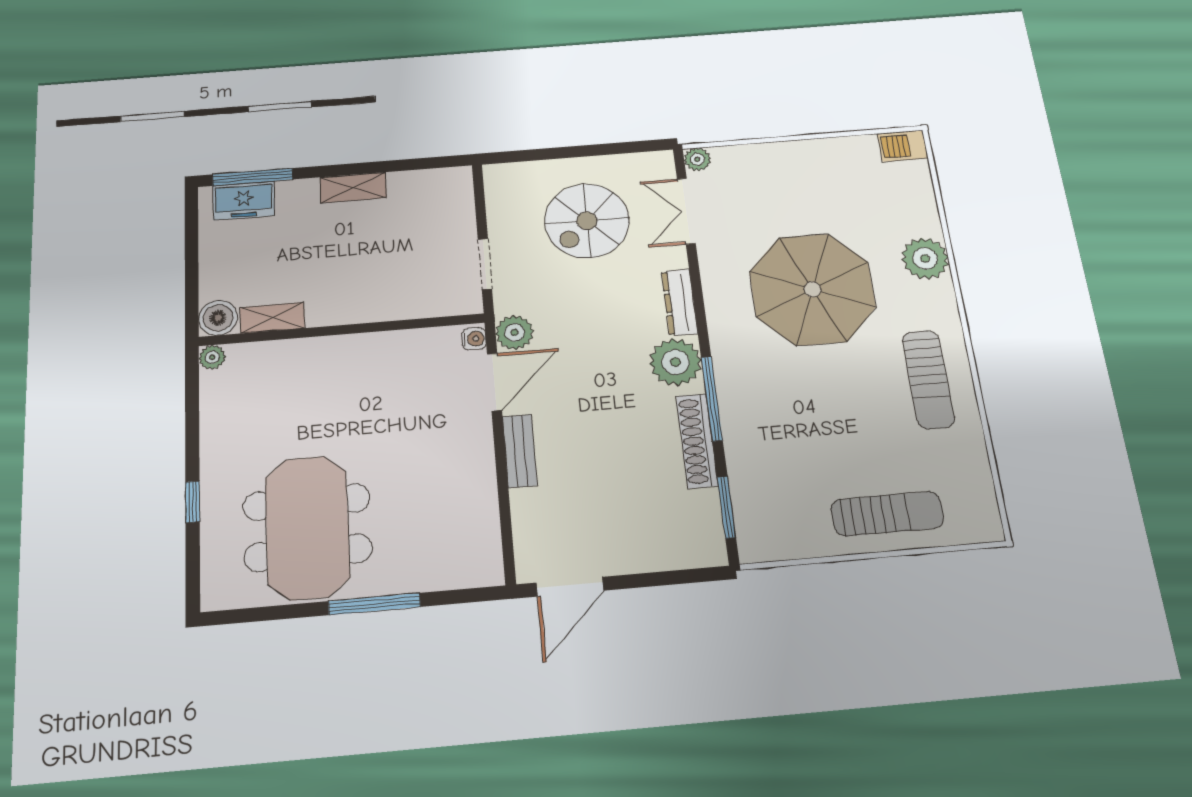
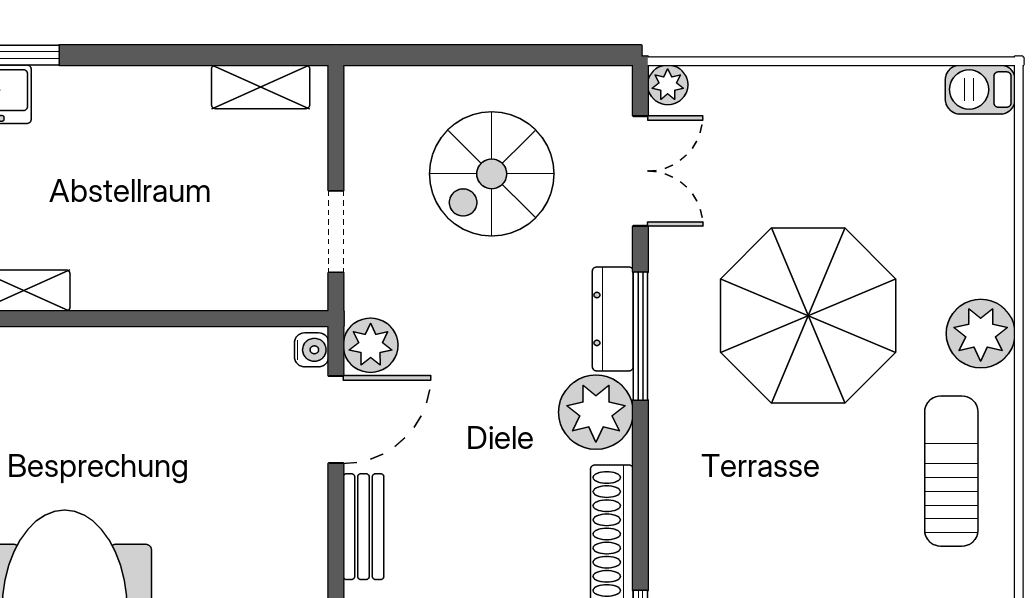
shelving: (353, 188) -> (261, 87), moved
double door: (686, 211) -> (640, 171), swing flipped
plant: (925, 258) -> (981, 334), moved
sun lounger: (928, 379) -> (951, 471), turned 180
window: (712, 399) -> (640, 336), moved

